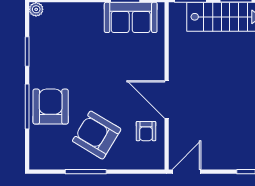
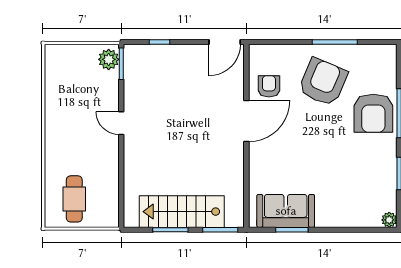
door: (167, 100) -> (246, 121), hinge flipped
armchair: (97, 135) -> (323, 82), turned -98

